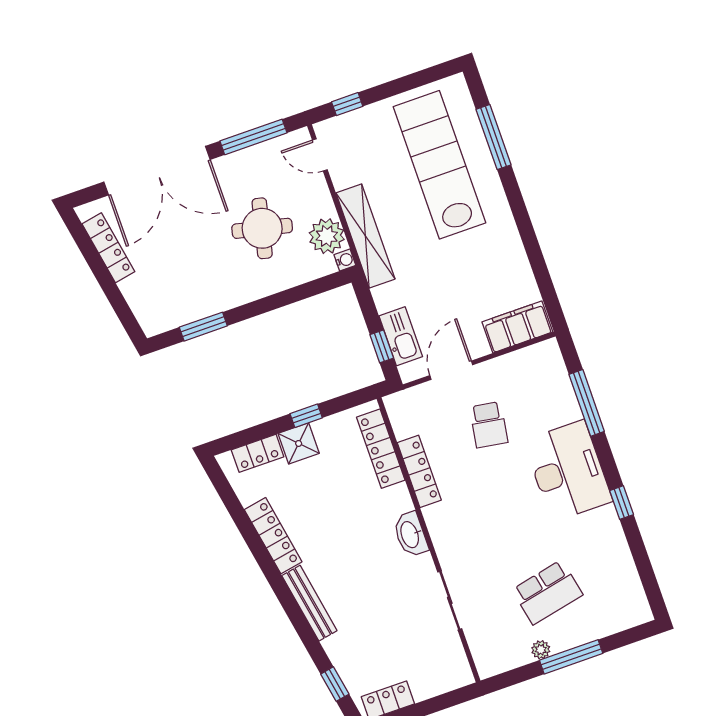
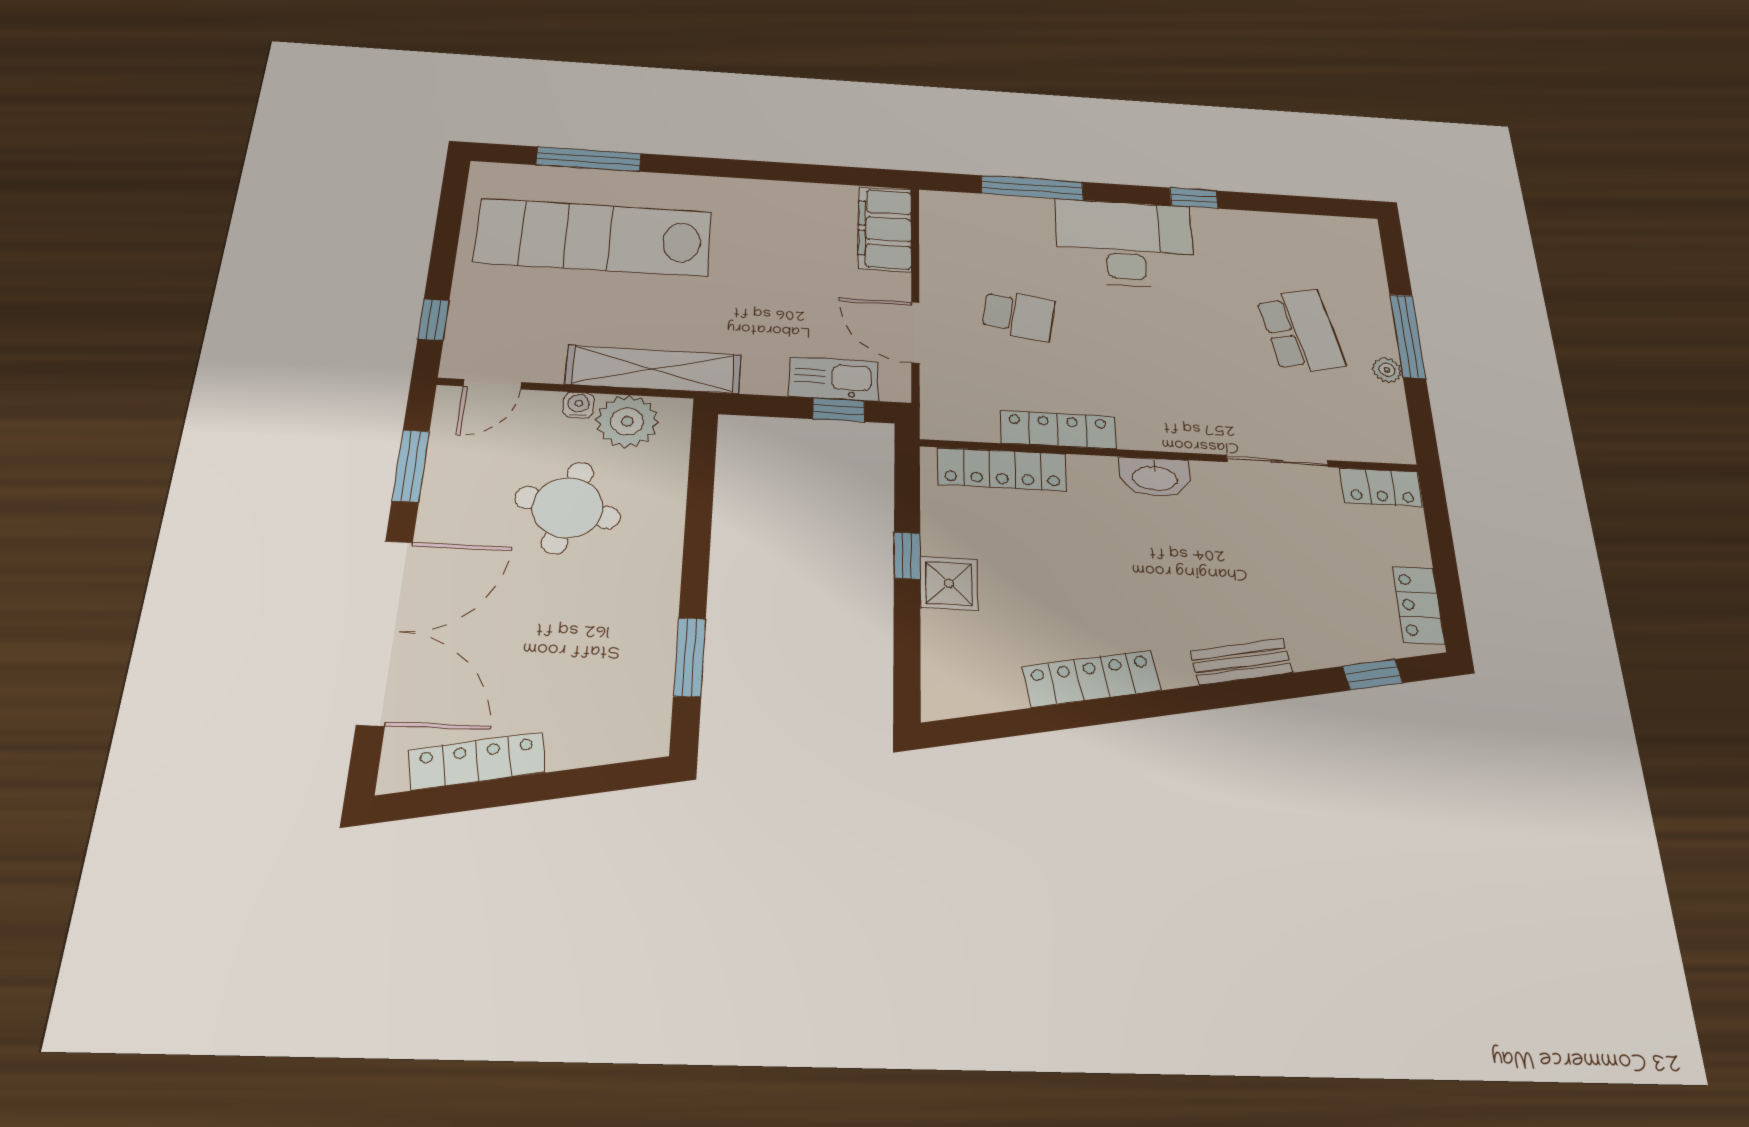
window: (253, 137) -> (411, 466), width x0.69
water cooler: (345, 260) -> (579, 405), moved
locker: (258, 453) -> (1381, 487), moved, turned 90
bench: (309, 603) -> (1241, 662), width x0.73

